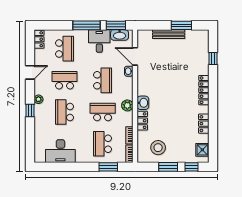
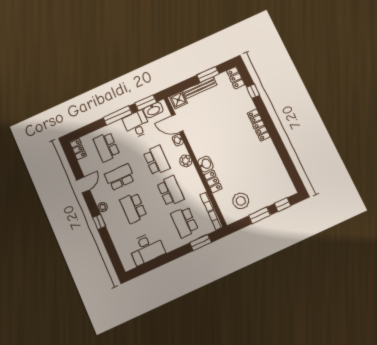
school desk: (65, 49) -> (106, 147), turned 180
plant: (127, 105) -> (186, 161), moved
school desk: (103, 112) -> (170, 191), turned 90
locker: (204, 124) -> (236, 78), moved
shower: (202, 150) -> (178, 100), moved

